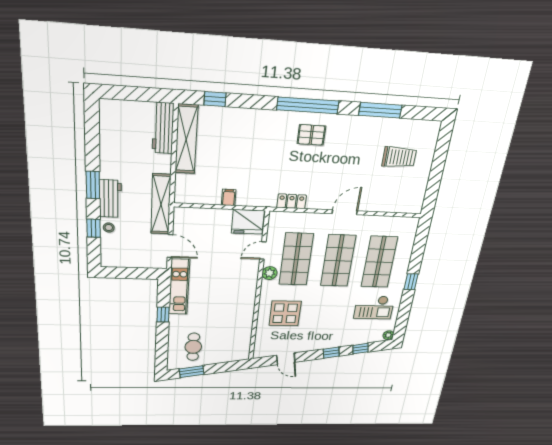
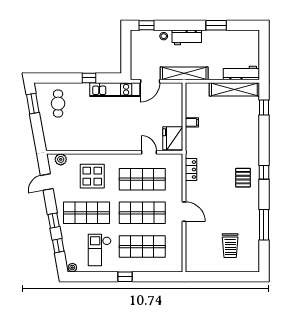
window: (308, 105) -> (264, 172), width x0.32
window: (93, 185) -> (216, 25), moved
window: (94, 228) -> (147, 25), moved
plant: (270, 273) -> (61, 159), moved
shop shelf: (328, 320) -> (86, 213), added
cafe table: (193, 347) -> (58, 104), turned 90

